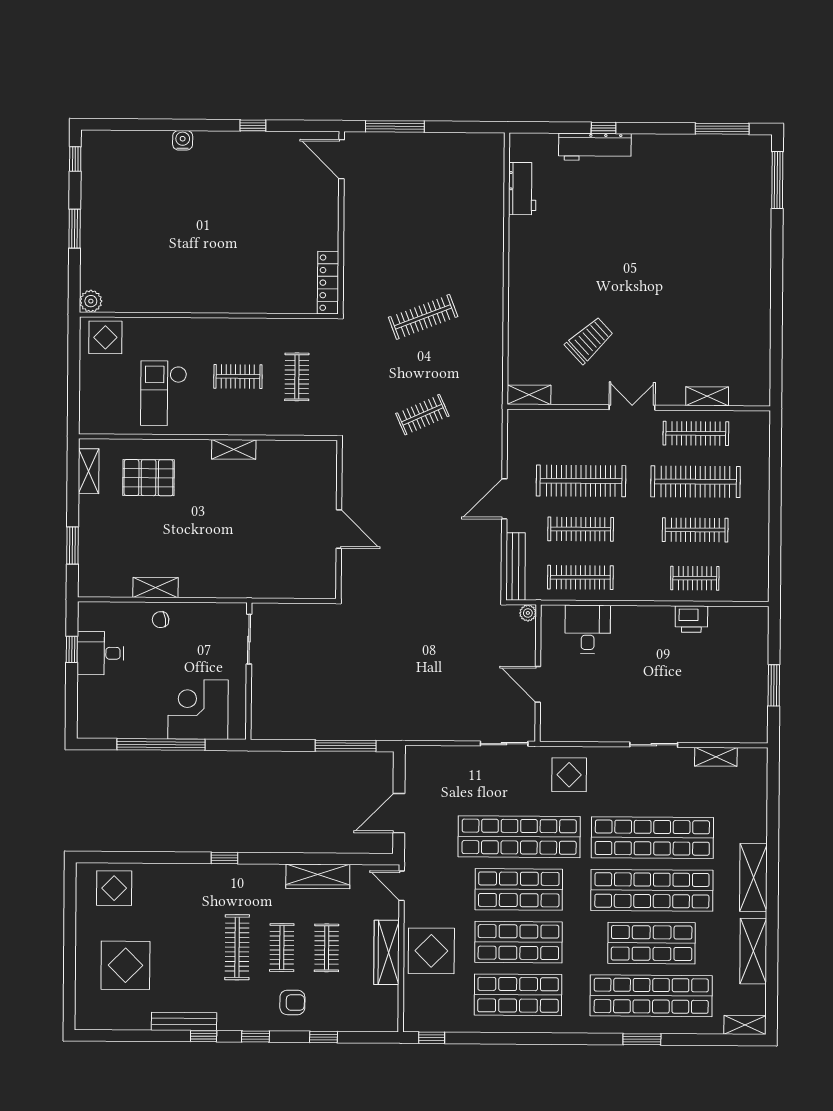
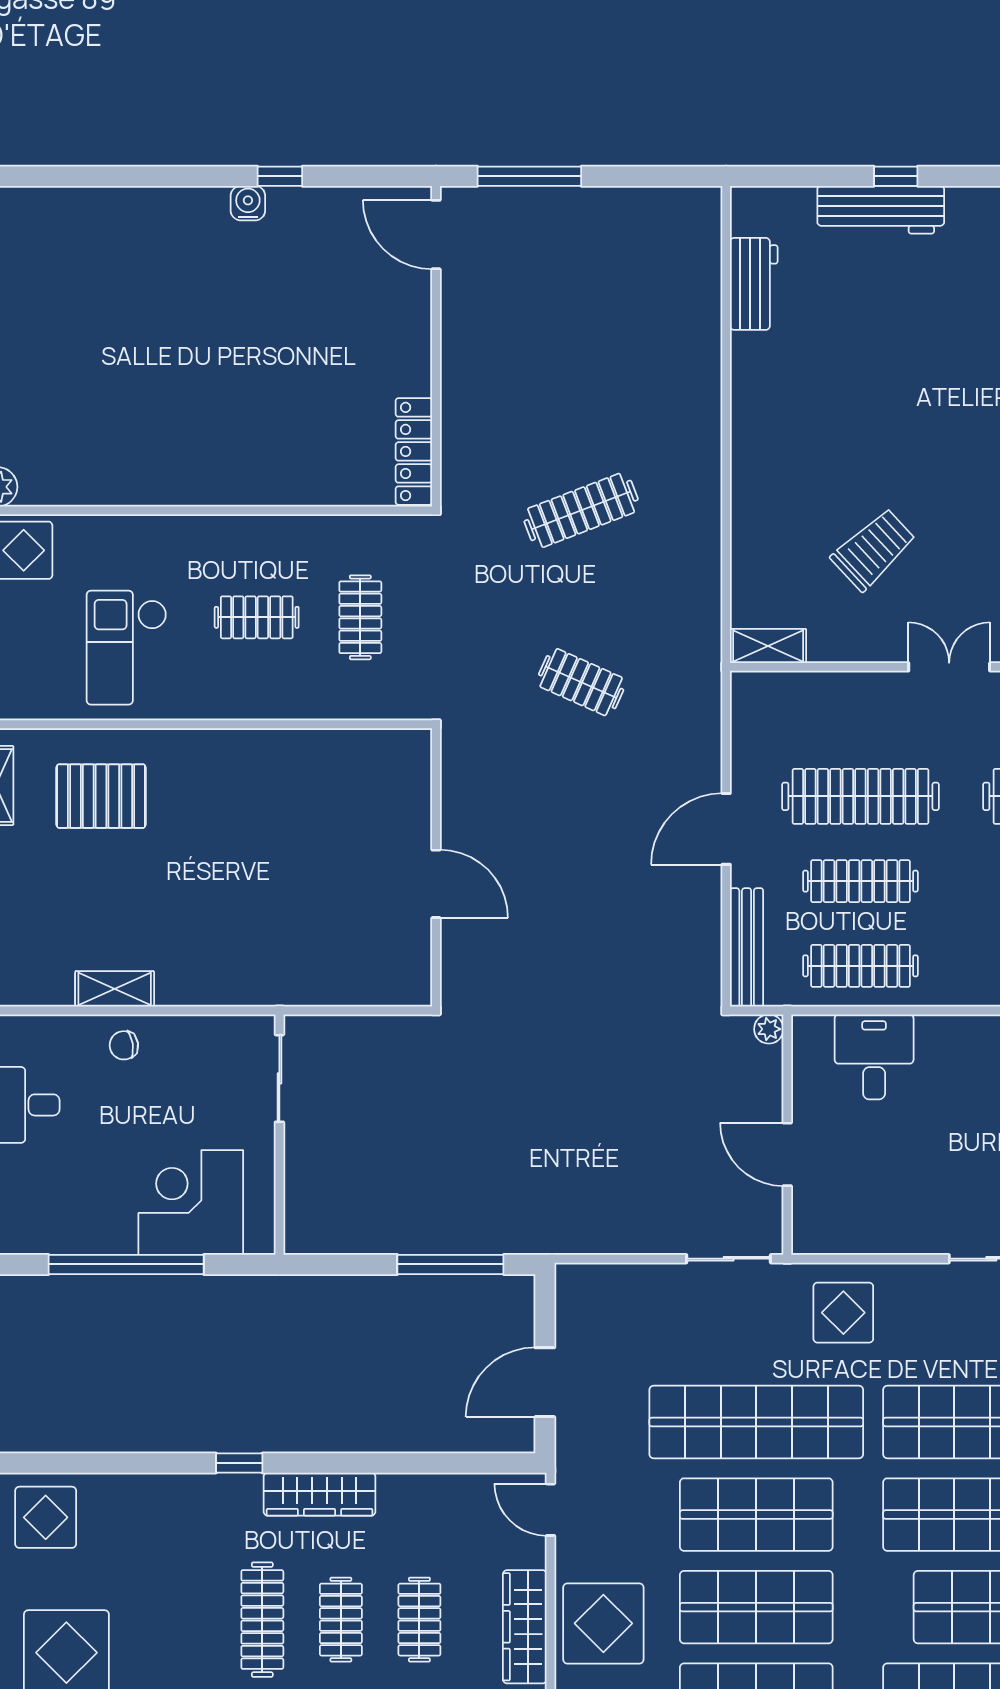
water cooler: (183, 140) -> (248, 203), moved
clothes rail: (422, 415) -> (581, 682), turned 48
shelving: (234, 449) -> (250, 745), removed
wardrobe: (318, 876) -> (320, 1494), moved

